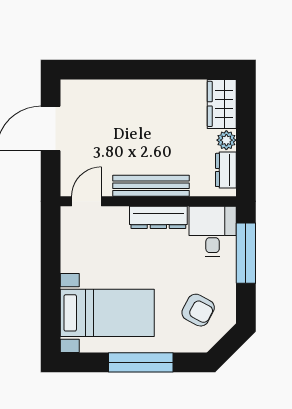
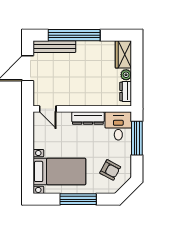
window: (134, 70) -> (74, 35), added
bench: (151, 186) -> (54, 47), moved
door: (87, 201) -> (48, 109), swing flipped

